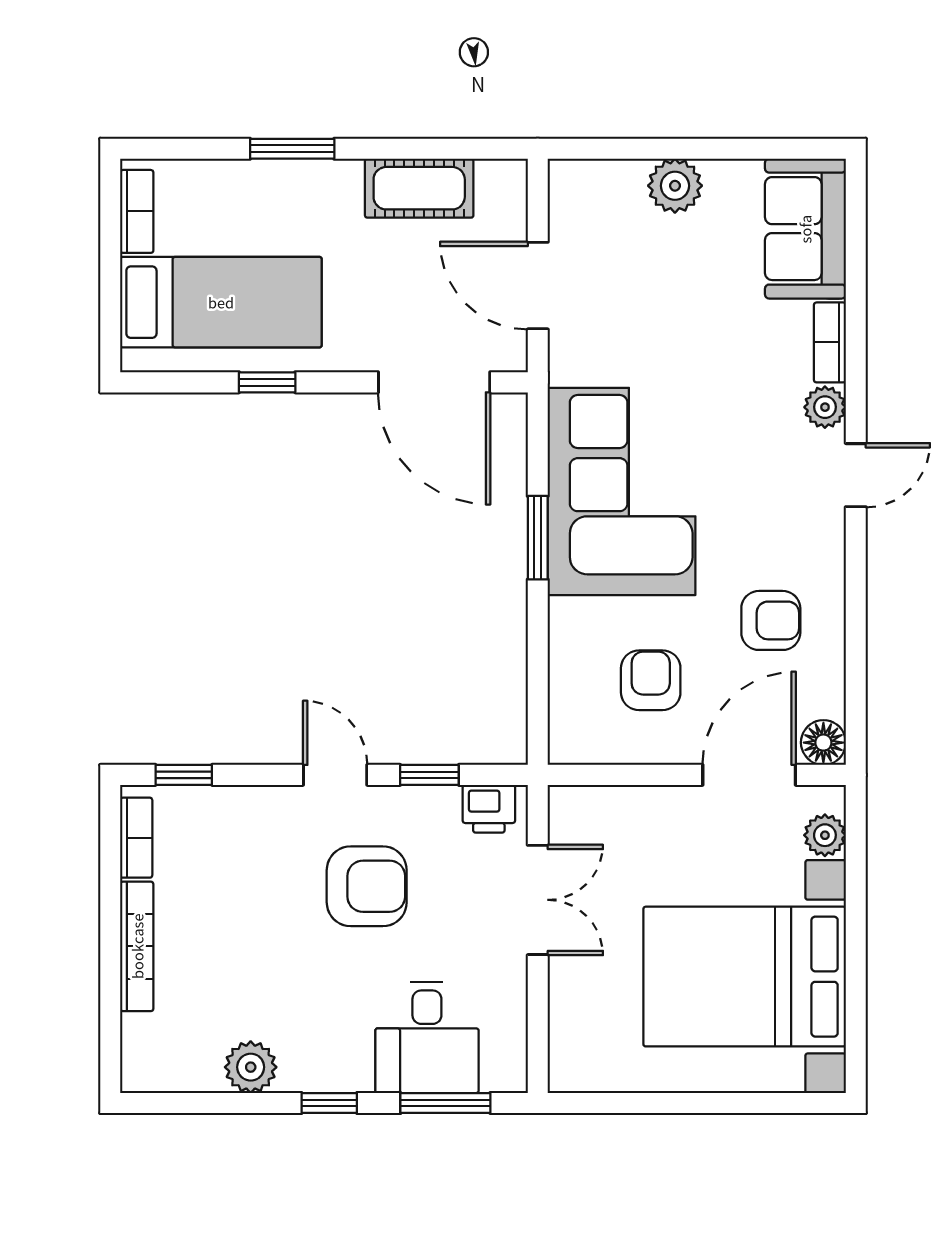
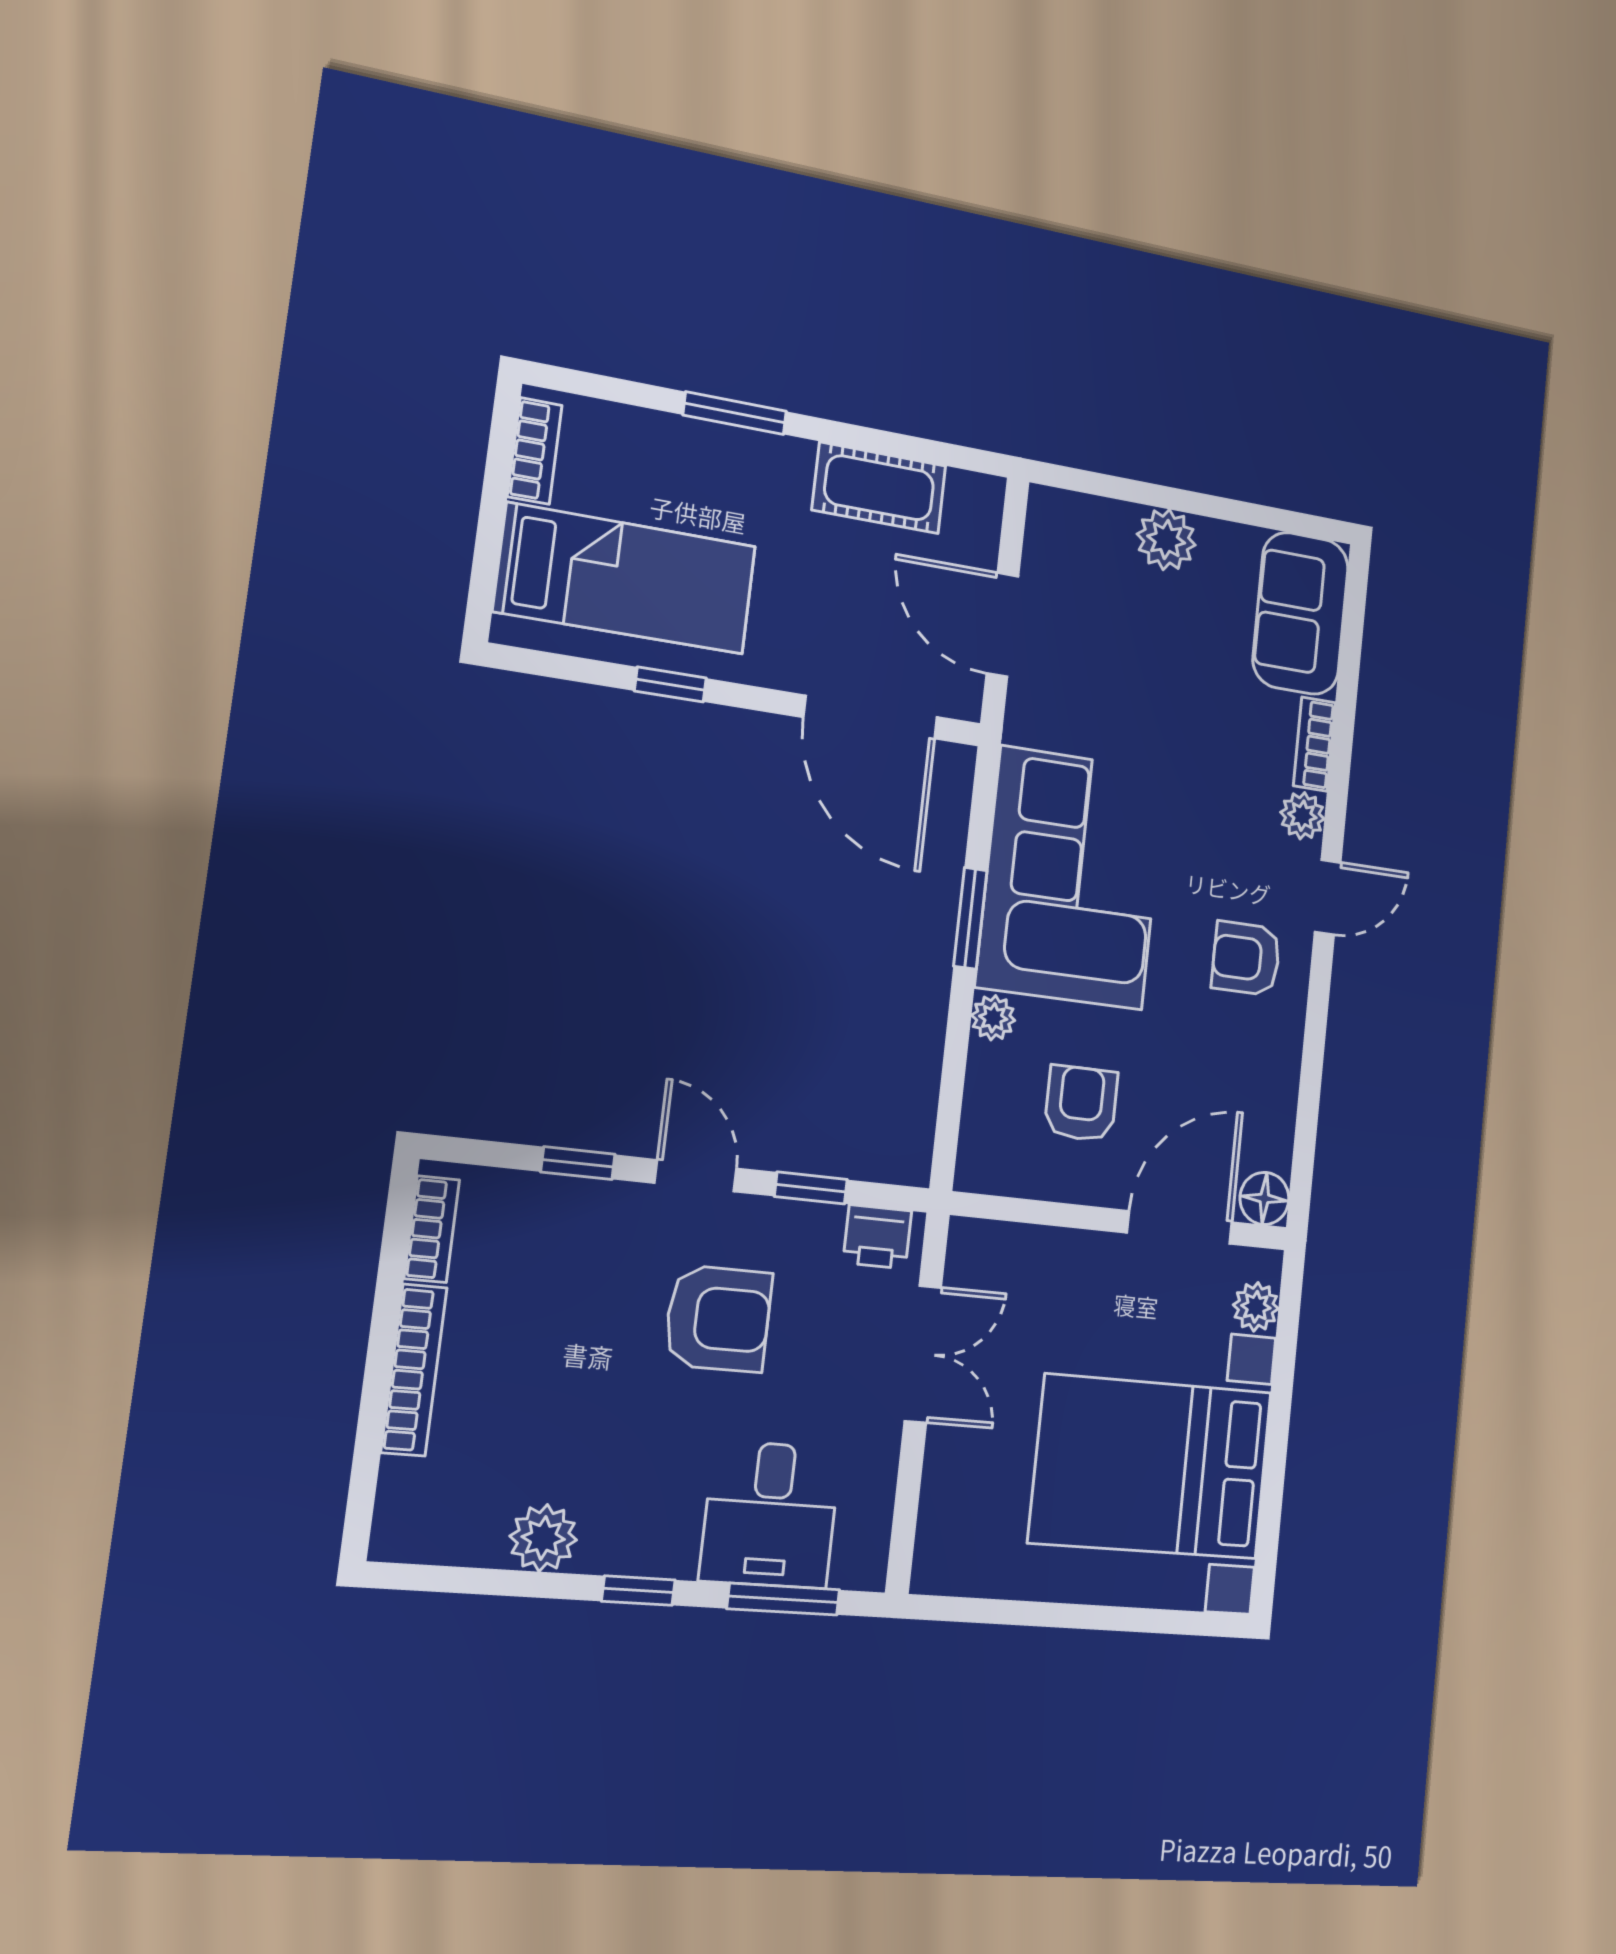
plant: (567, 618) -> (993, 1018), added
armchair: (771, 620) -> (1246, 958), moved, turned 180
window: (184, 775) -> (578, 1163), moved

